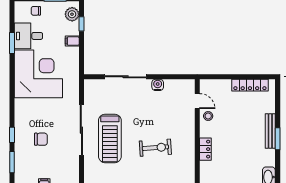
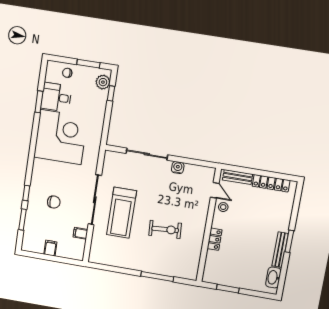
filing cabinet: (72, 41) -> (80, 233), moved
bench: (217, 85) -> (238, 177), added
bench: (270, 131) -> (280, 250), moved

